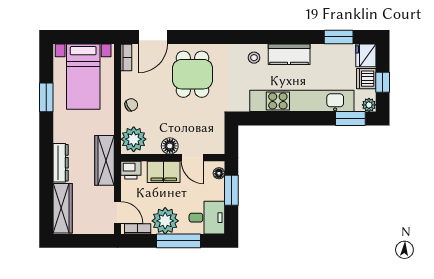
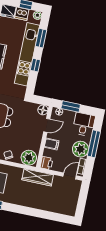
window: (287, 119) -> (35, 65), added
window: (350, 119) -> (41, 38), moved
floor lamp: (170, 146) -> (43, 110), moved
dresser: (61, 163) -> (34, 203), removed
filing cabinet: (164, 172) -> (52, 144), width x0.50
wardrobe: (63, 208) -> (61, 208), removed

